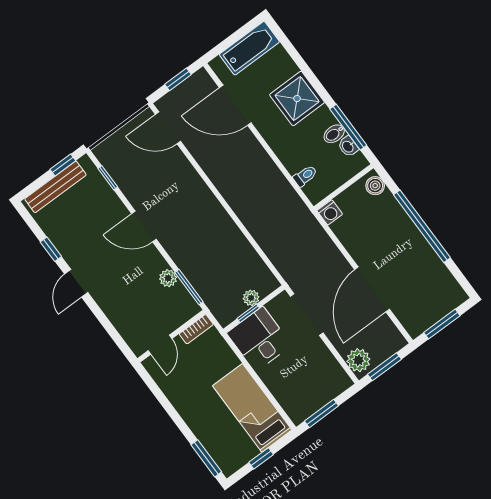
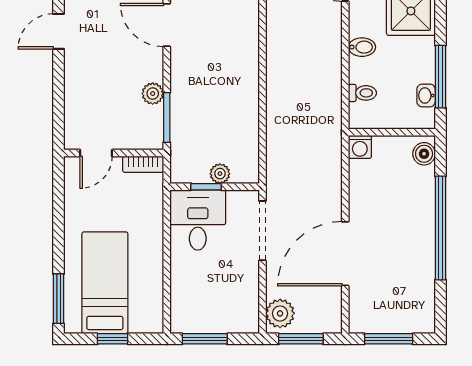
bidet: (334, 134) -> (362, 47), moved, turned 180
bed: (252, 408) -> (105, 283), moved

